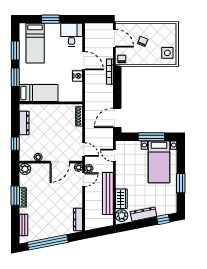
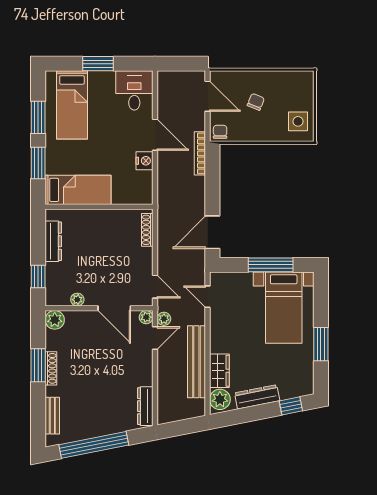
door: (60, 162) -> (114, 308), hinge flipped

